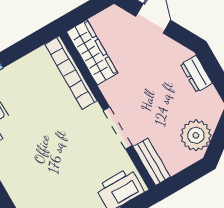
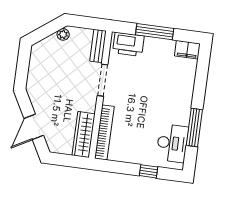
dresser: (196, 74) -> (34, 76), removed
plant: (196, 135) -> (63, 34), width x0.53, depth x0.53

